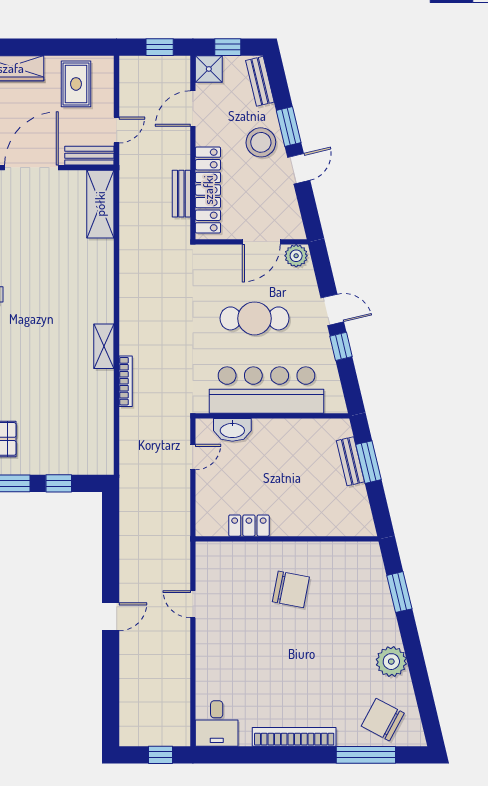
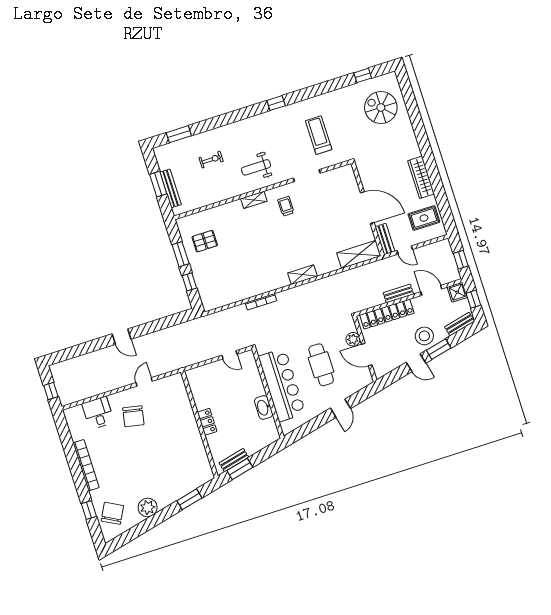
bench: (181, 194) -> (398, 293), moved
plant: (296, 256) -> (353, 339), moved
shelving: (104, 346) -> (302, 275), moved
window: (341, 346) -> (321, 420), removed
washbasin: (232, 430) -> (264, 407), moved
bench: (350, 461) -> (234, 460), moved
window: (368, 462) -> (240, 469), moved
locker: (249, 526) -> (207, 422), moved
chair: (291, 589) -> (133, 416), moved
desk: (217, 723) -> (98, 413), moved, turned 90
window: (366, 755) -> (89, 510), width x0.46

